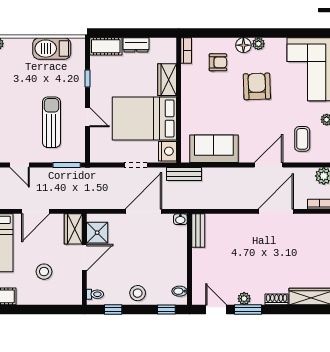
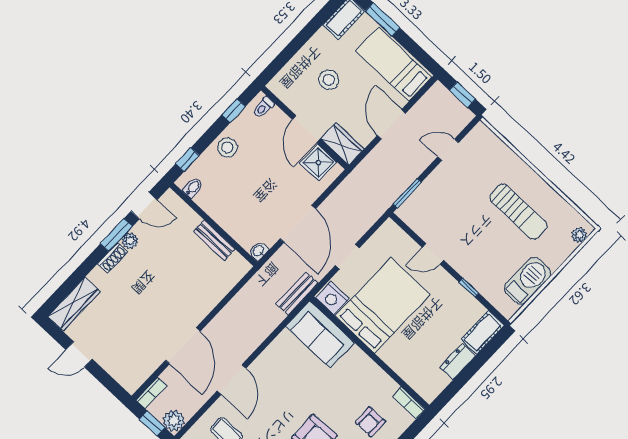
wardrobe: (167, 80) -> (399, 360), removed
sun lounger: (51, 122) -> (518, 211), moved
sofa: (214, 149) -> (320, 334), moved, turned 90
bench: (198, 230) -> (214, 240), moved
shoe rack: (277, 299) -> (113, 258), moved

